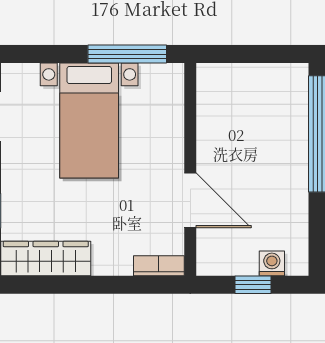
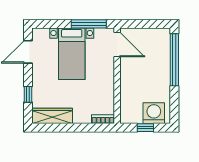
door: (190, 200) -> (117, 45), moved
washing machine: (272, 263) -> (154, 113), width x1.89, depth x1.89

